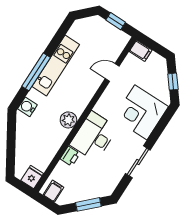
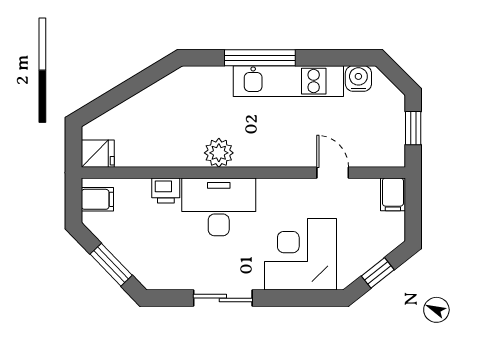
water cooler: (27, 107) -> (358, 78), moved

